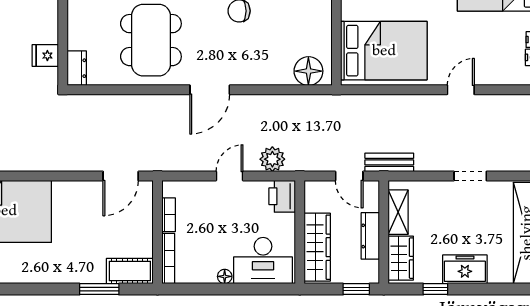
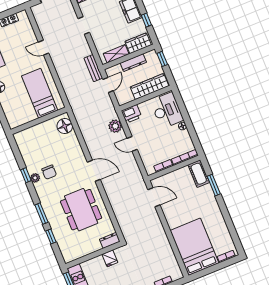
dining table: (151, 40) -> (81, 210), turned 90
bed: (384, 51) -> (40, 93), width x0.67

